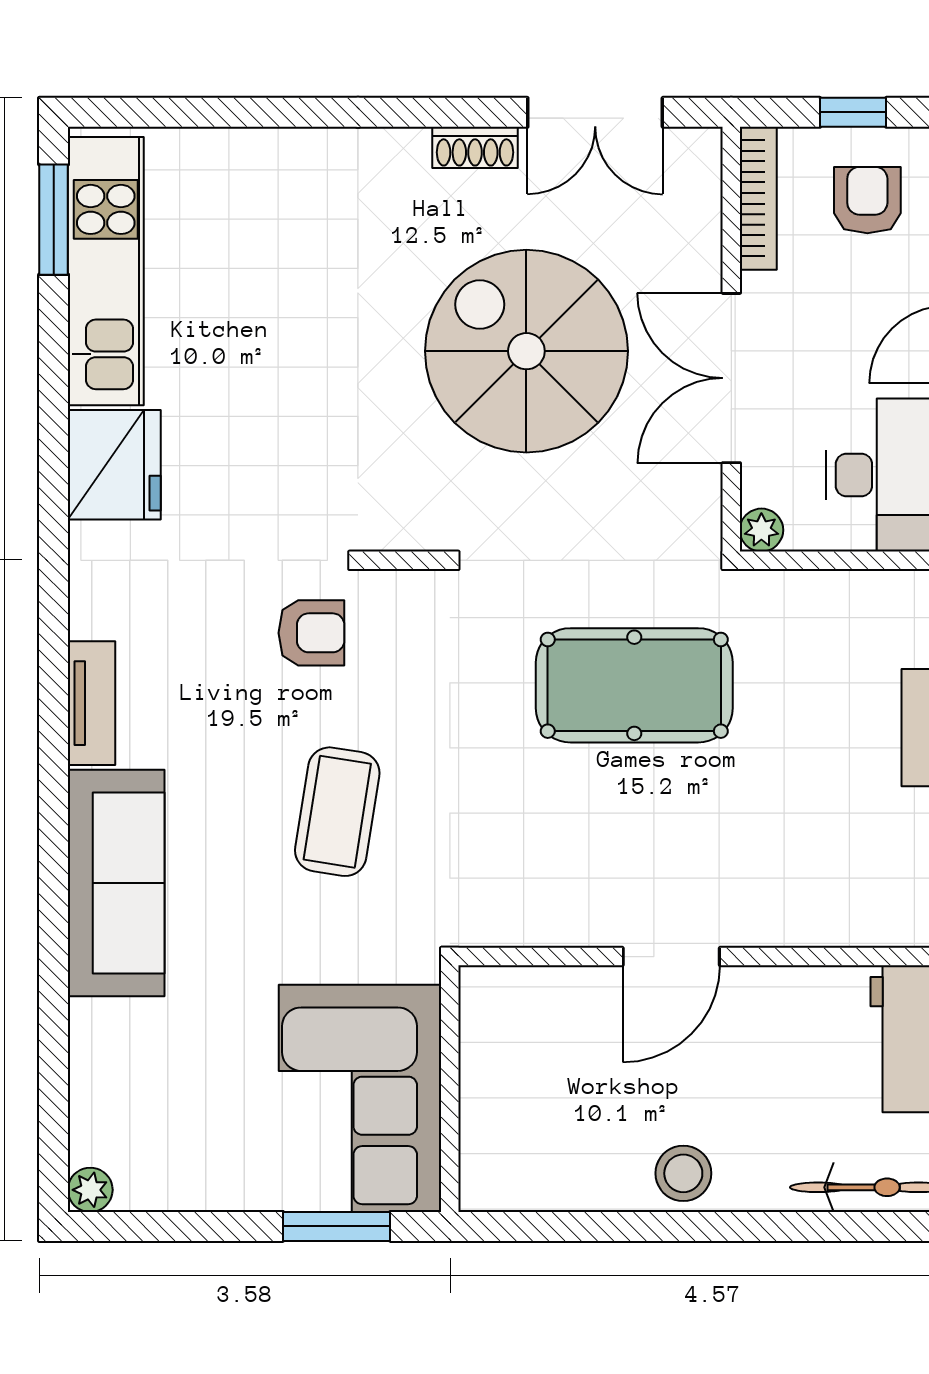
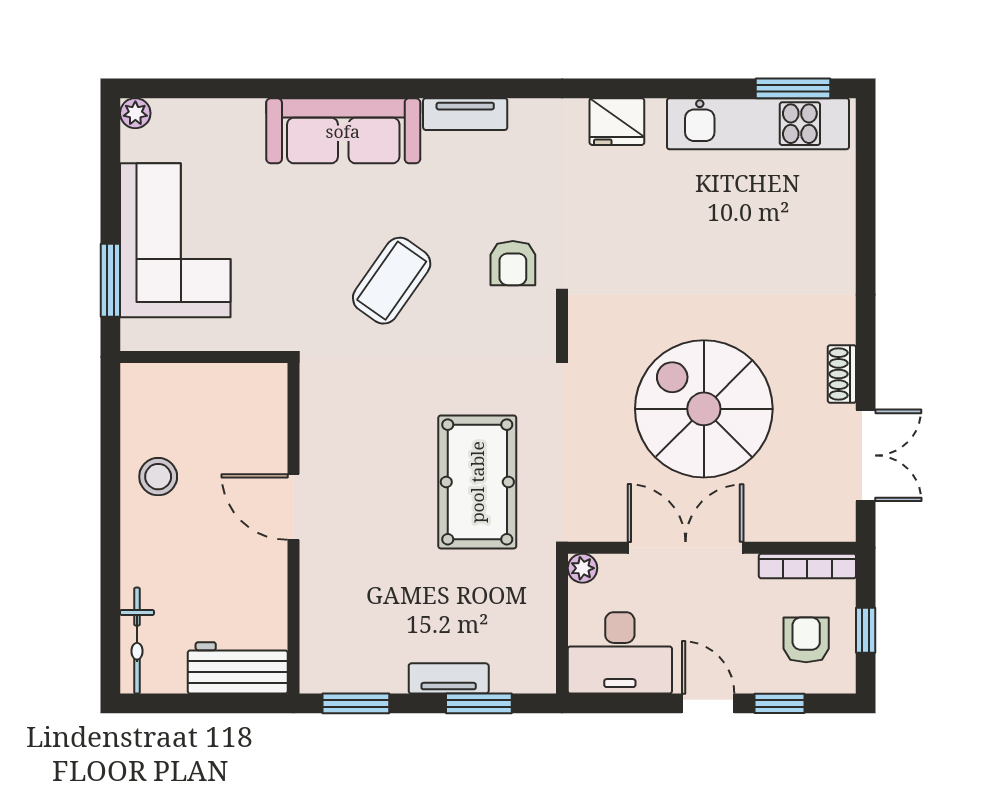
double door: (595, 112) -> (866, 455), swing flipped
armchair: (867, 200) -> (806, 640), turned -90
spiral stairs: (526, 351) -> (704, 409), turned -90
fridge: (114, 465) -> (617, 122), width x0.73, depth x0.75
coffee table: (337, 812) -> (392, 281), turned -64
corner sofa: (360, 1098) -> (175, 240), moved, turned 90
stool: (683, 1173) -> (158, 477), moved

